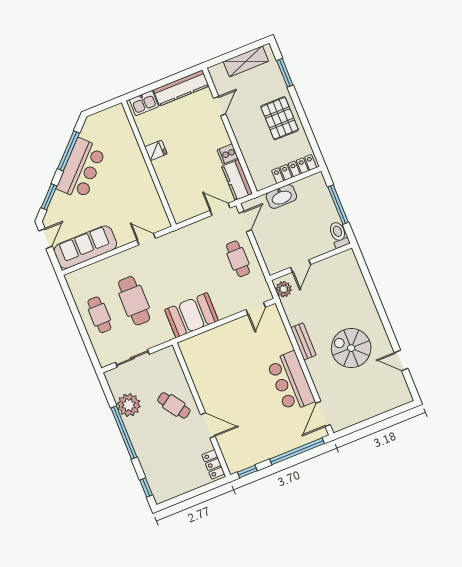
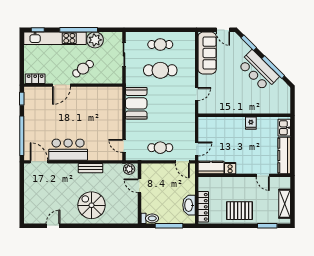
washbasin: (281, 196) -> (189, 205), moved
spiral stairs: (351, 348) -> (92, 205), moved, turned -90
kitchen unit: (148, 460) -> (55, 38), added

